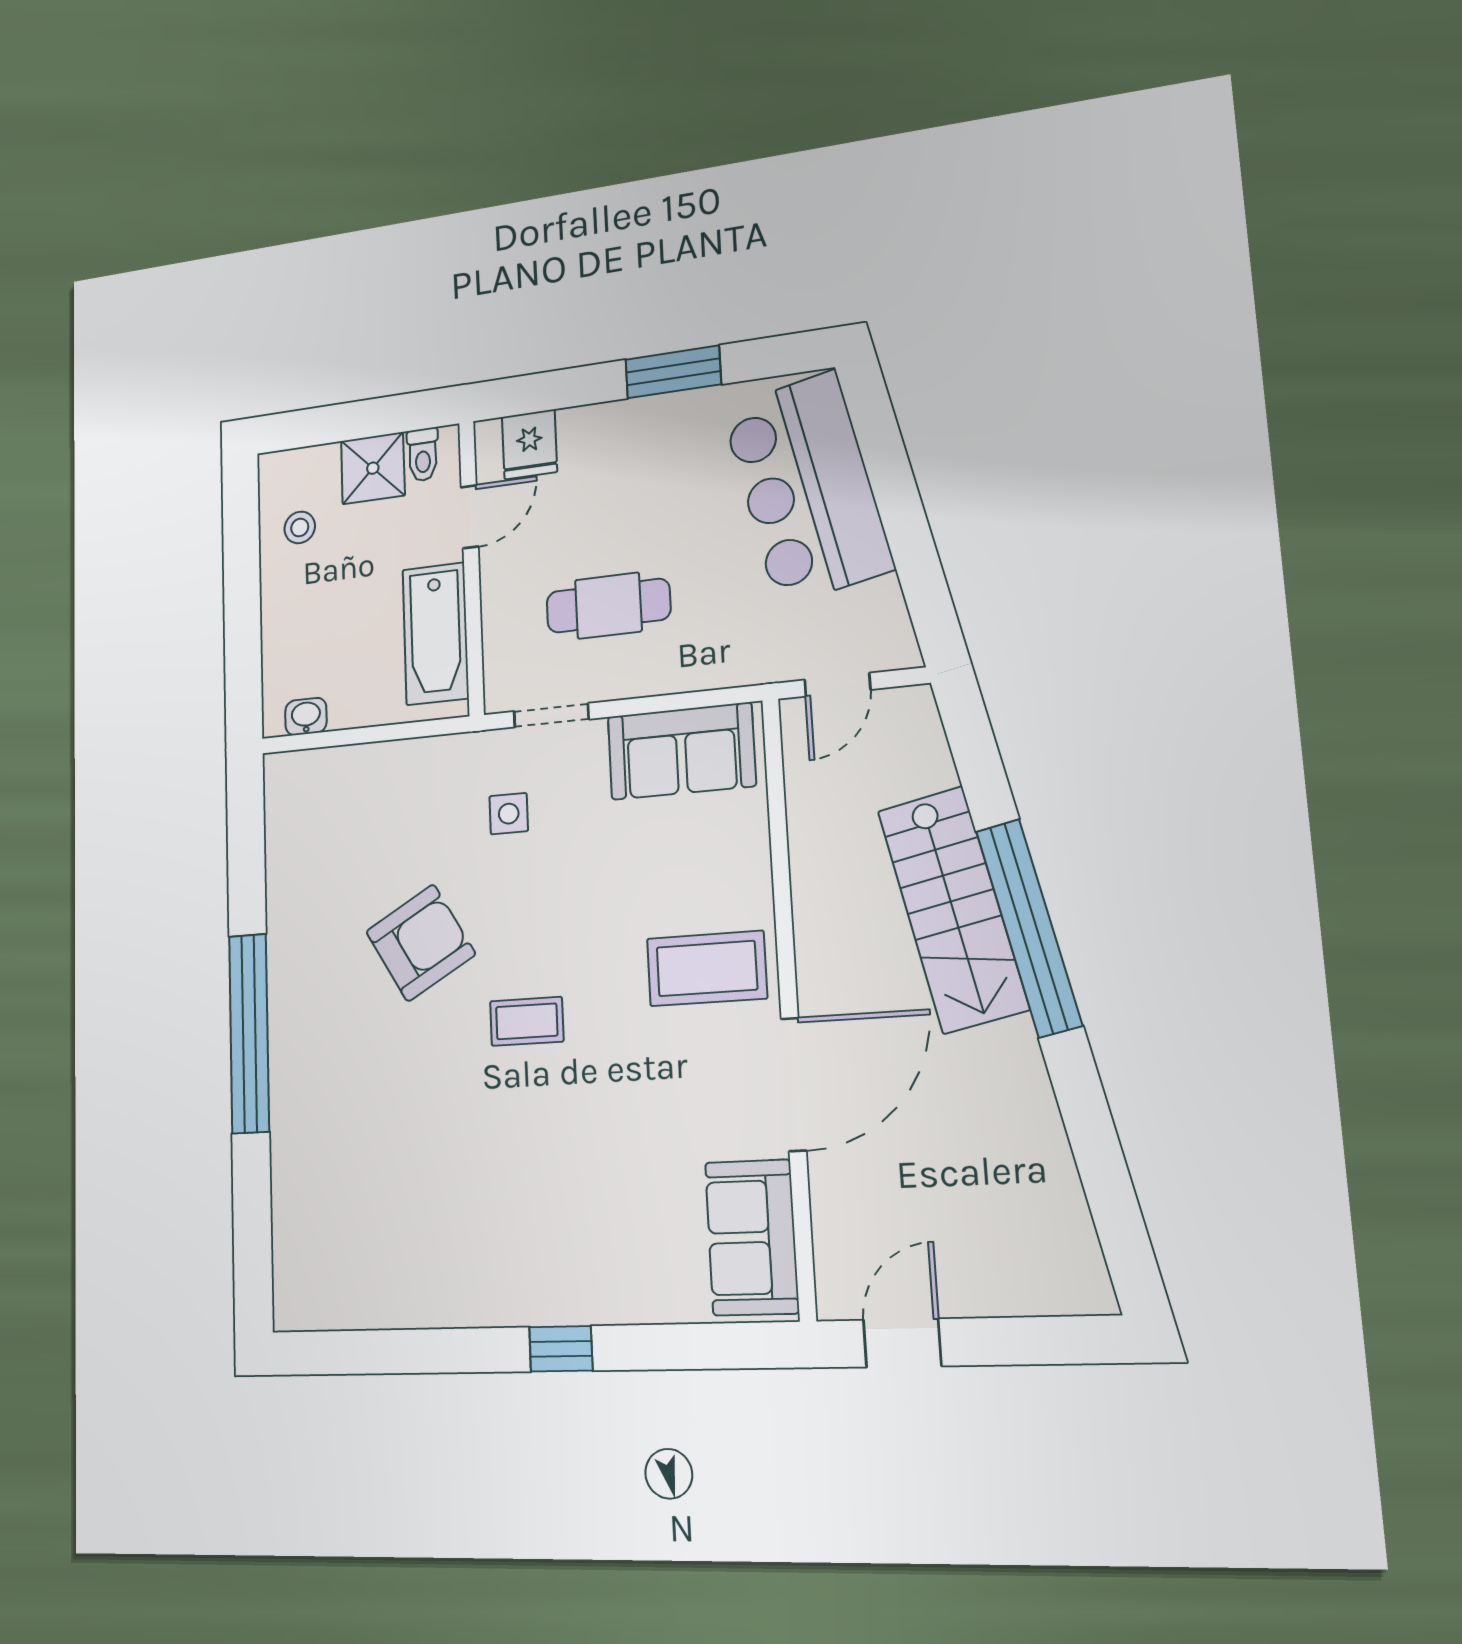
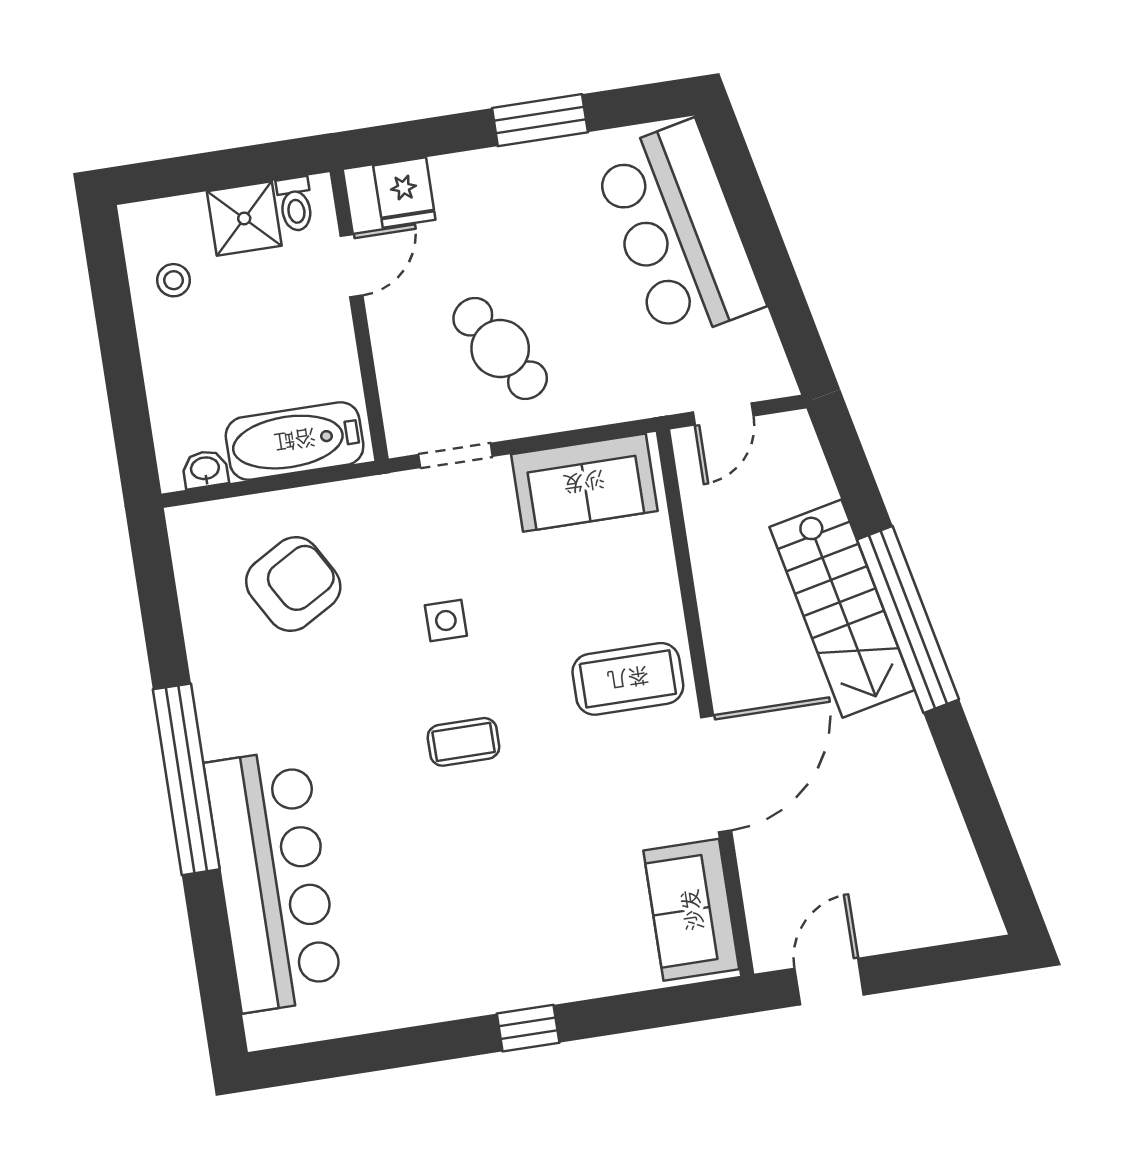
cafe table: (608, 606) -> (500, 348), turned 58
bathtub: (436, 634) -> (295, 441), moved, turned 90
side table: (509, 814) -> (446, 620), moved
armchair: (421, 943) -> (293, 584), moved
bar counter: (320, 1150) -> (274, 880), added

